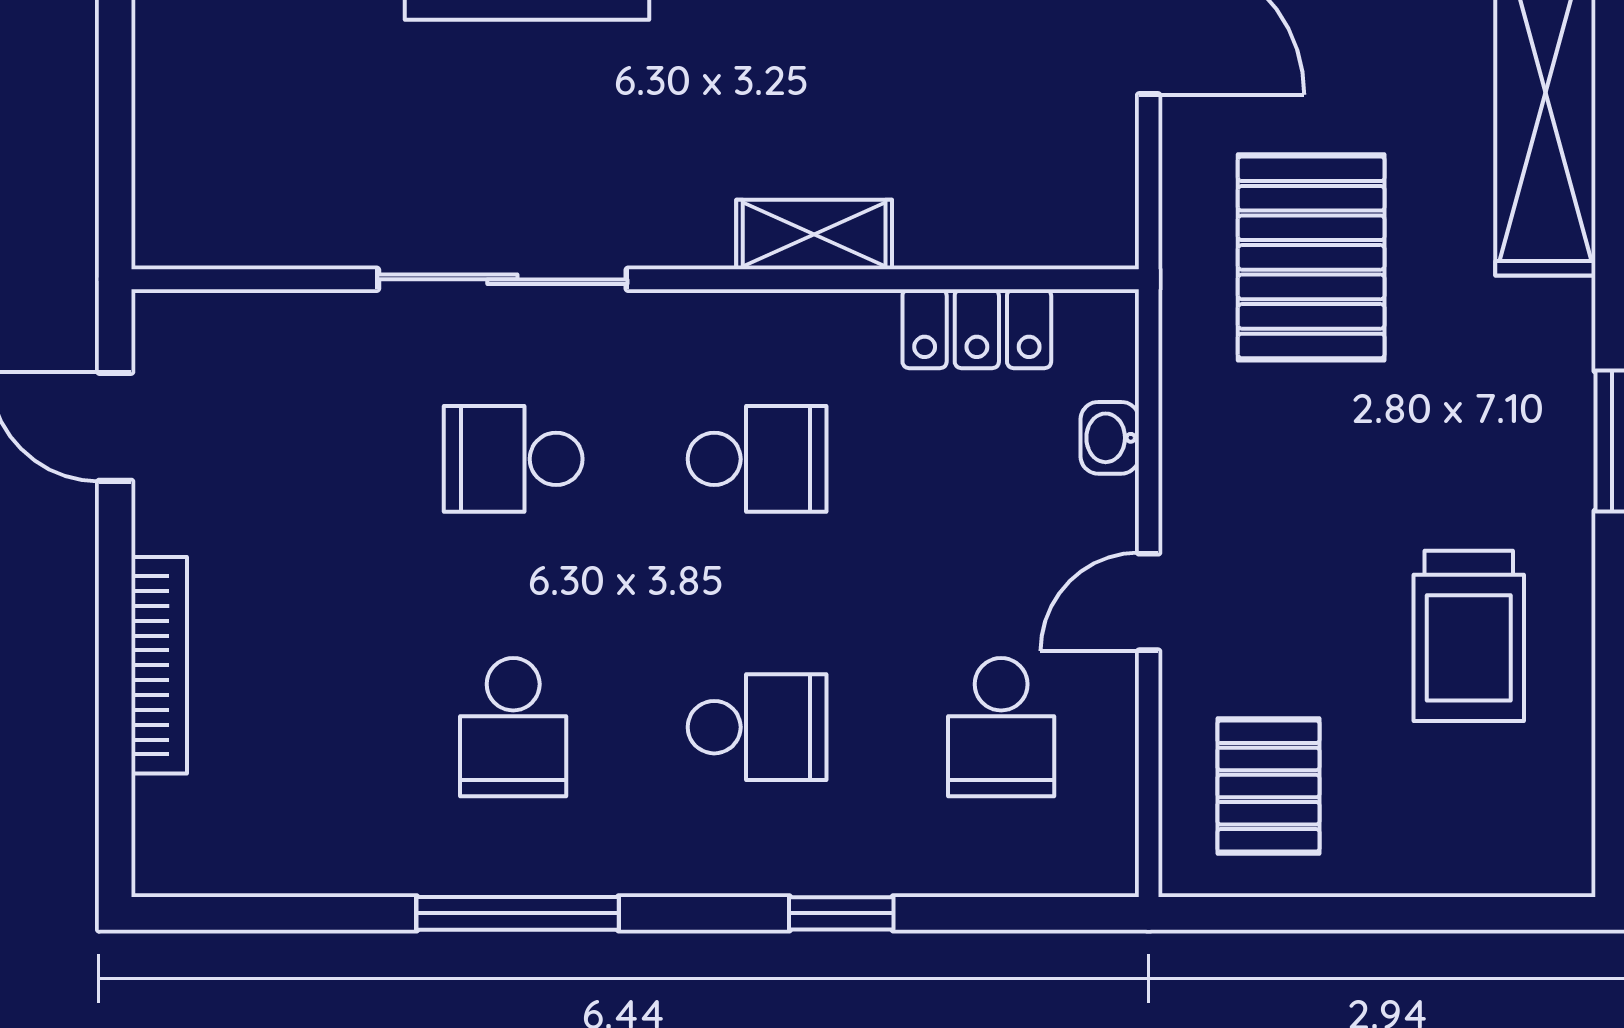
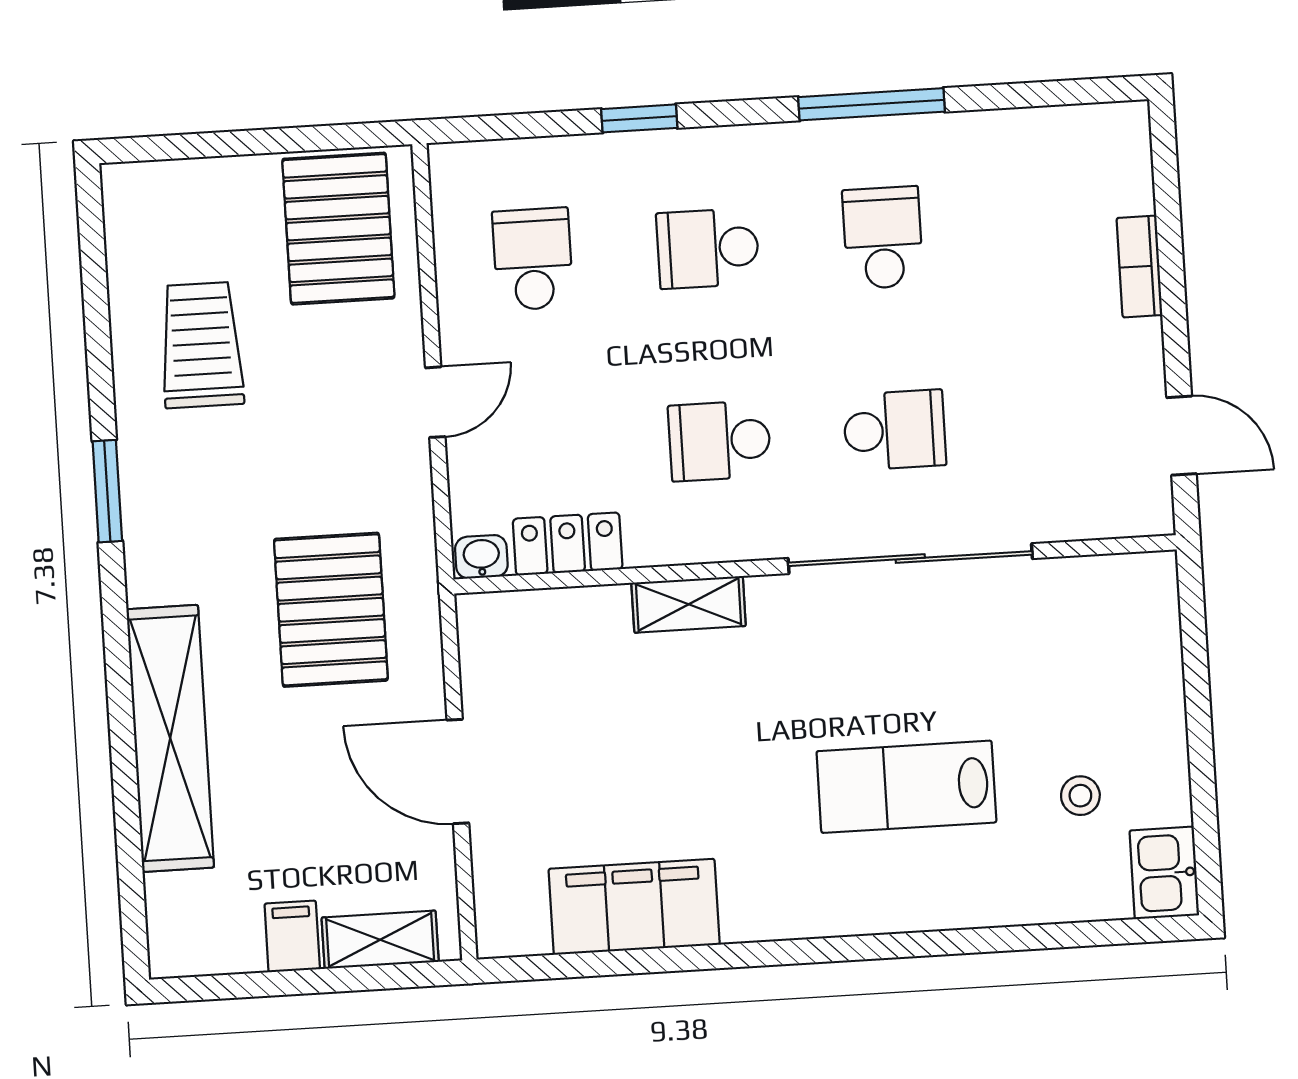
sliding door: (502, 279) -> (910, 559), width x1.36
washbasin: (1110, 438) -> (481, 557), moved, turned -90
door: (1149, 602) -> (435, 402), moved
bookcase: (159, 665) -> (1140, 267), width x0.64
pallet: (1268, 786) -> (338, 229), width x1.50, depth x1.42

